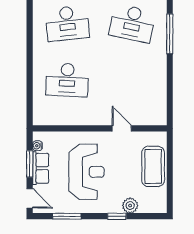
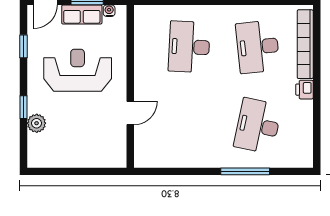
coffee table: (153, 166) -> (84, 151), removed
reception desk: (86, 172) -> (78, 70), turned 180
window: (67, 216) -> (24, 46), width x0.67

